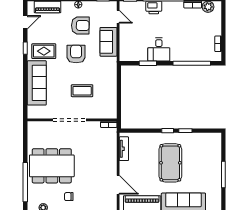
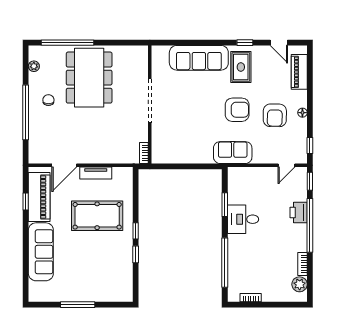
sofa: (108, 42) -> (233, 153), moved
coffee table: (82, 91) -> (189, 118), removed
tv unit: (124, 149) -> (96, 173), moved
pool table: (170, 163) -> (97, 216), moved

